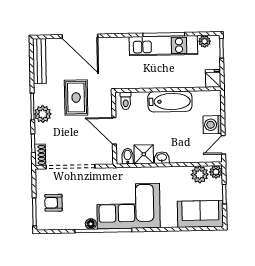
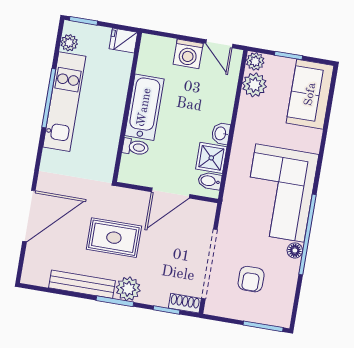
bench: (39, 61) -> (82, 284), moved
toilet: (126, 101) -> (135, 147), moved
armchair: (54, 203) -> (251, 279), moved

